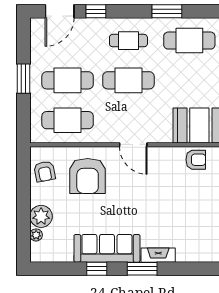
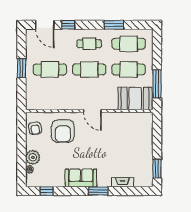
door: (60, 11) -> (45, 25), hinge flipped
cafe table: (68, 120) -> (129, 69), moved
armchair: (196, 160) -> (133, 121), removed
sofa: (107, 248) -> (81, 178), width x0.73
fireplace: (158, 255) -> (122, 182), moved
window: (97, 269) -> (47, 191), moved

